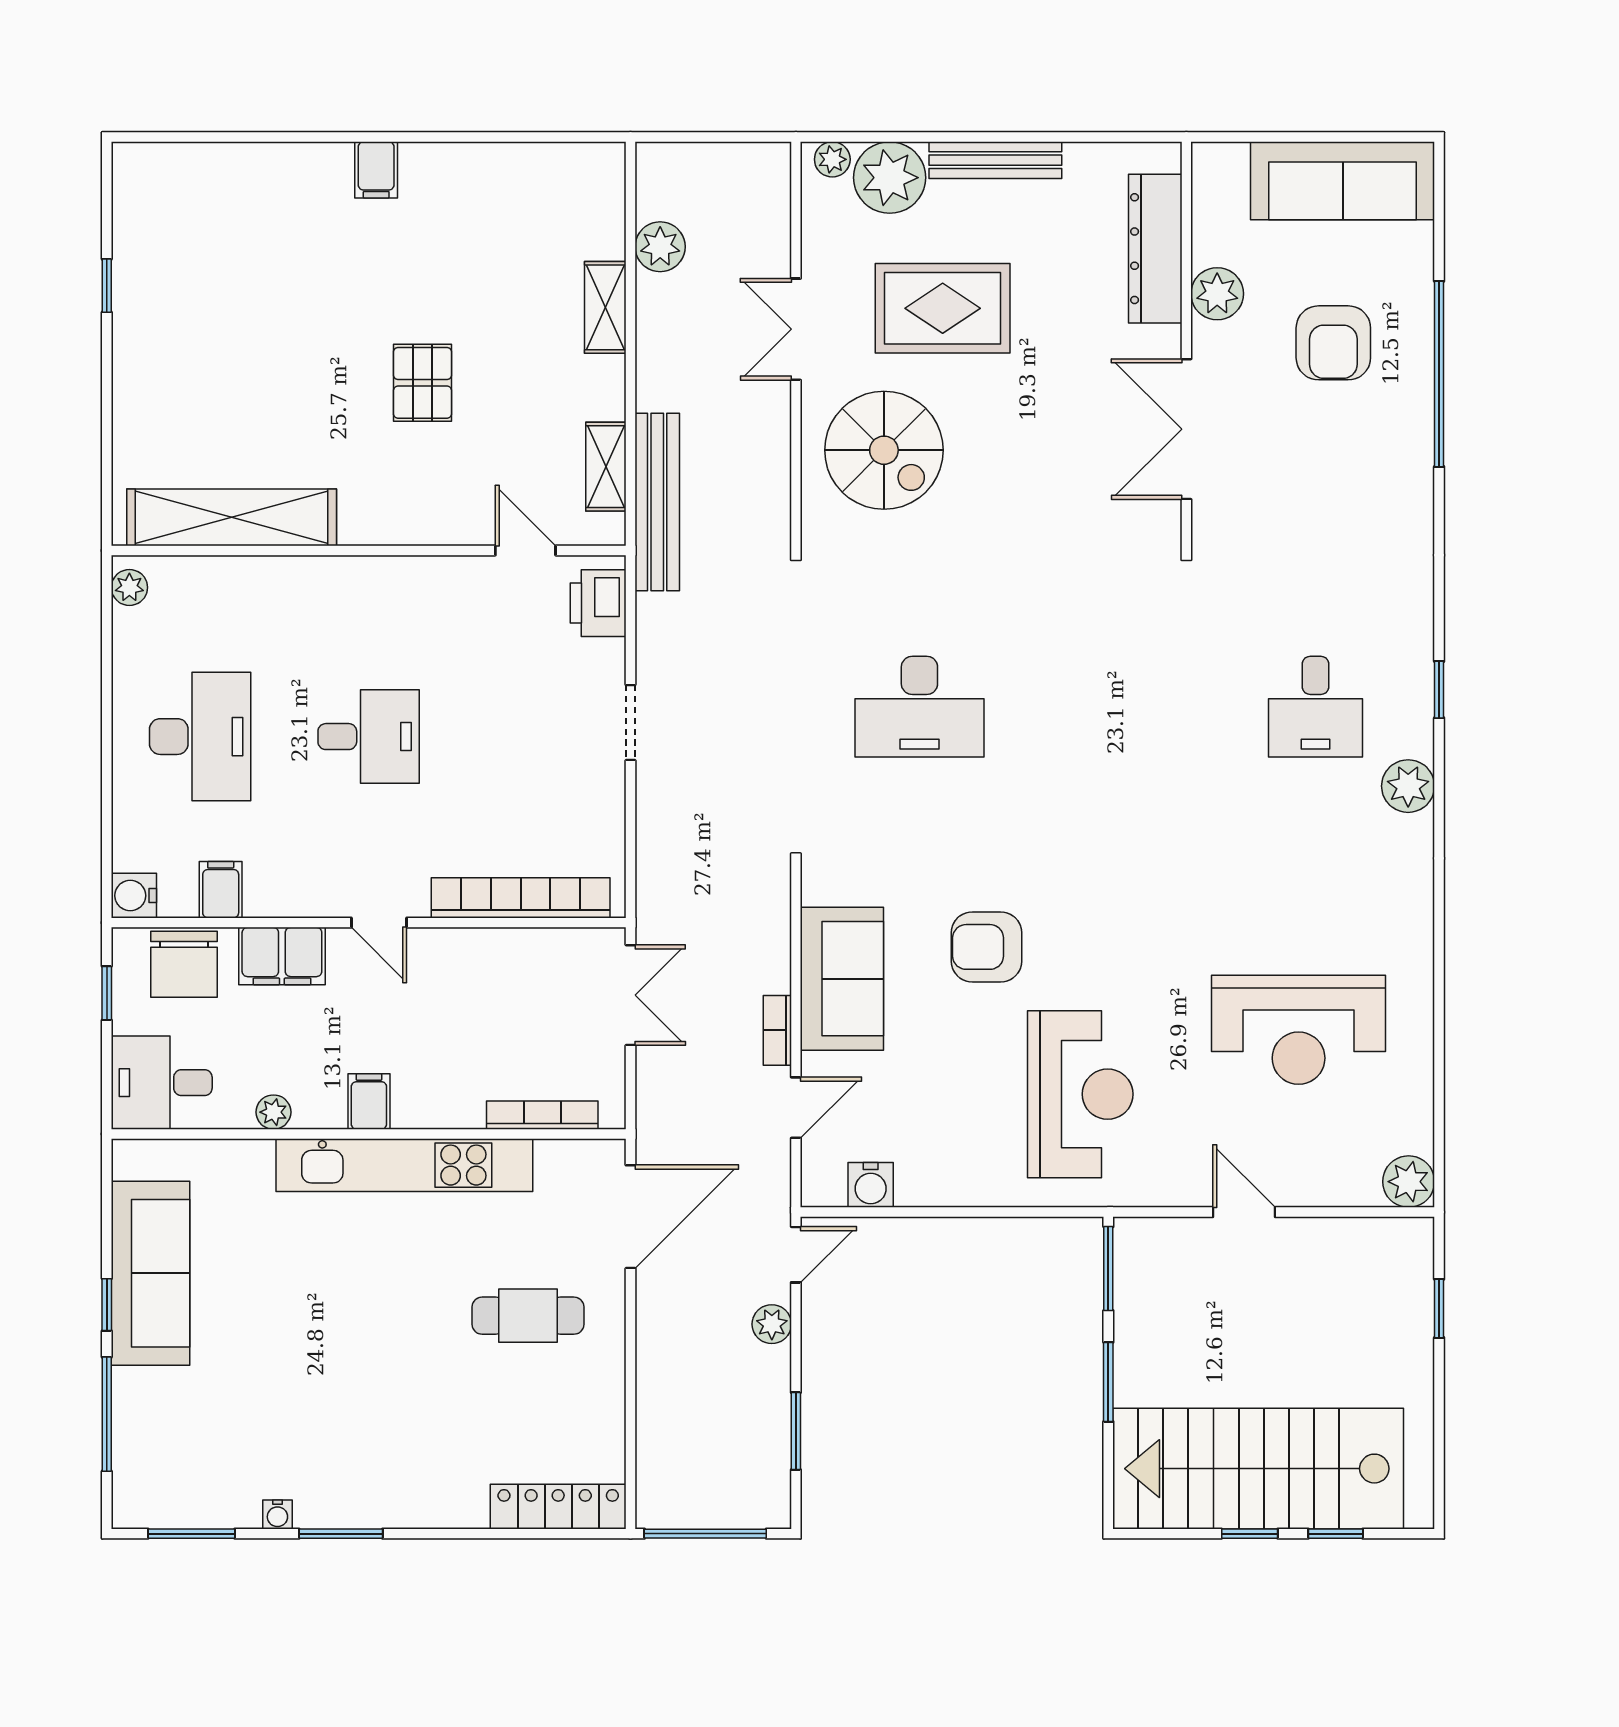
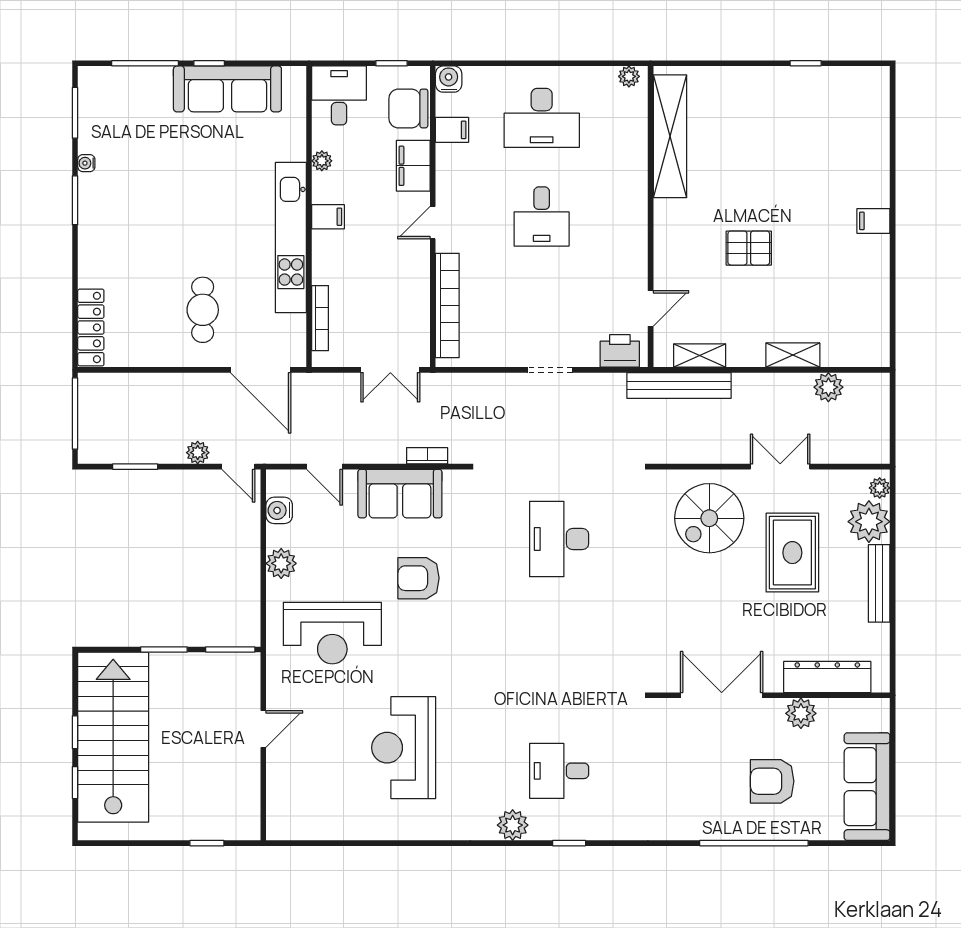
armchair: (986, 947) -> (418, 578), turned -90
bookcase: (777, 1030) -> (427, 456), moved
reception desk: (1299, 1030) -> (404, 748), moved
plant: (1409, 1182) -> (281, 563), moved

